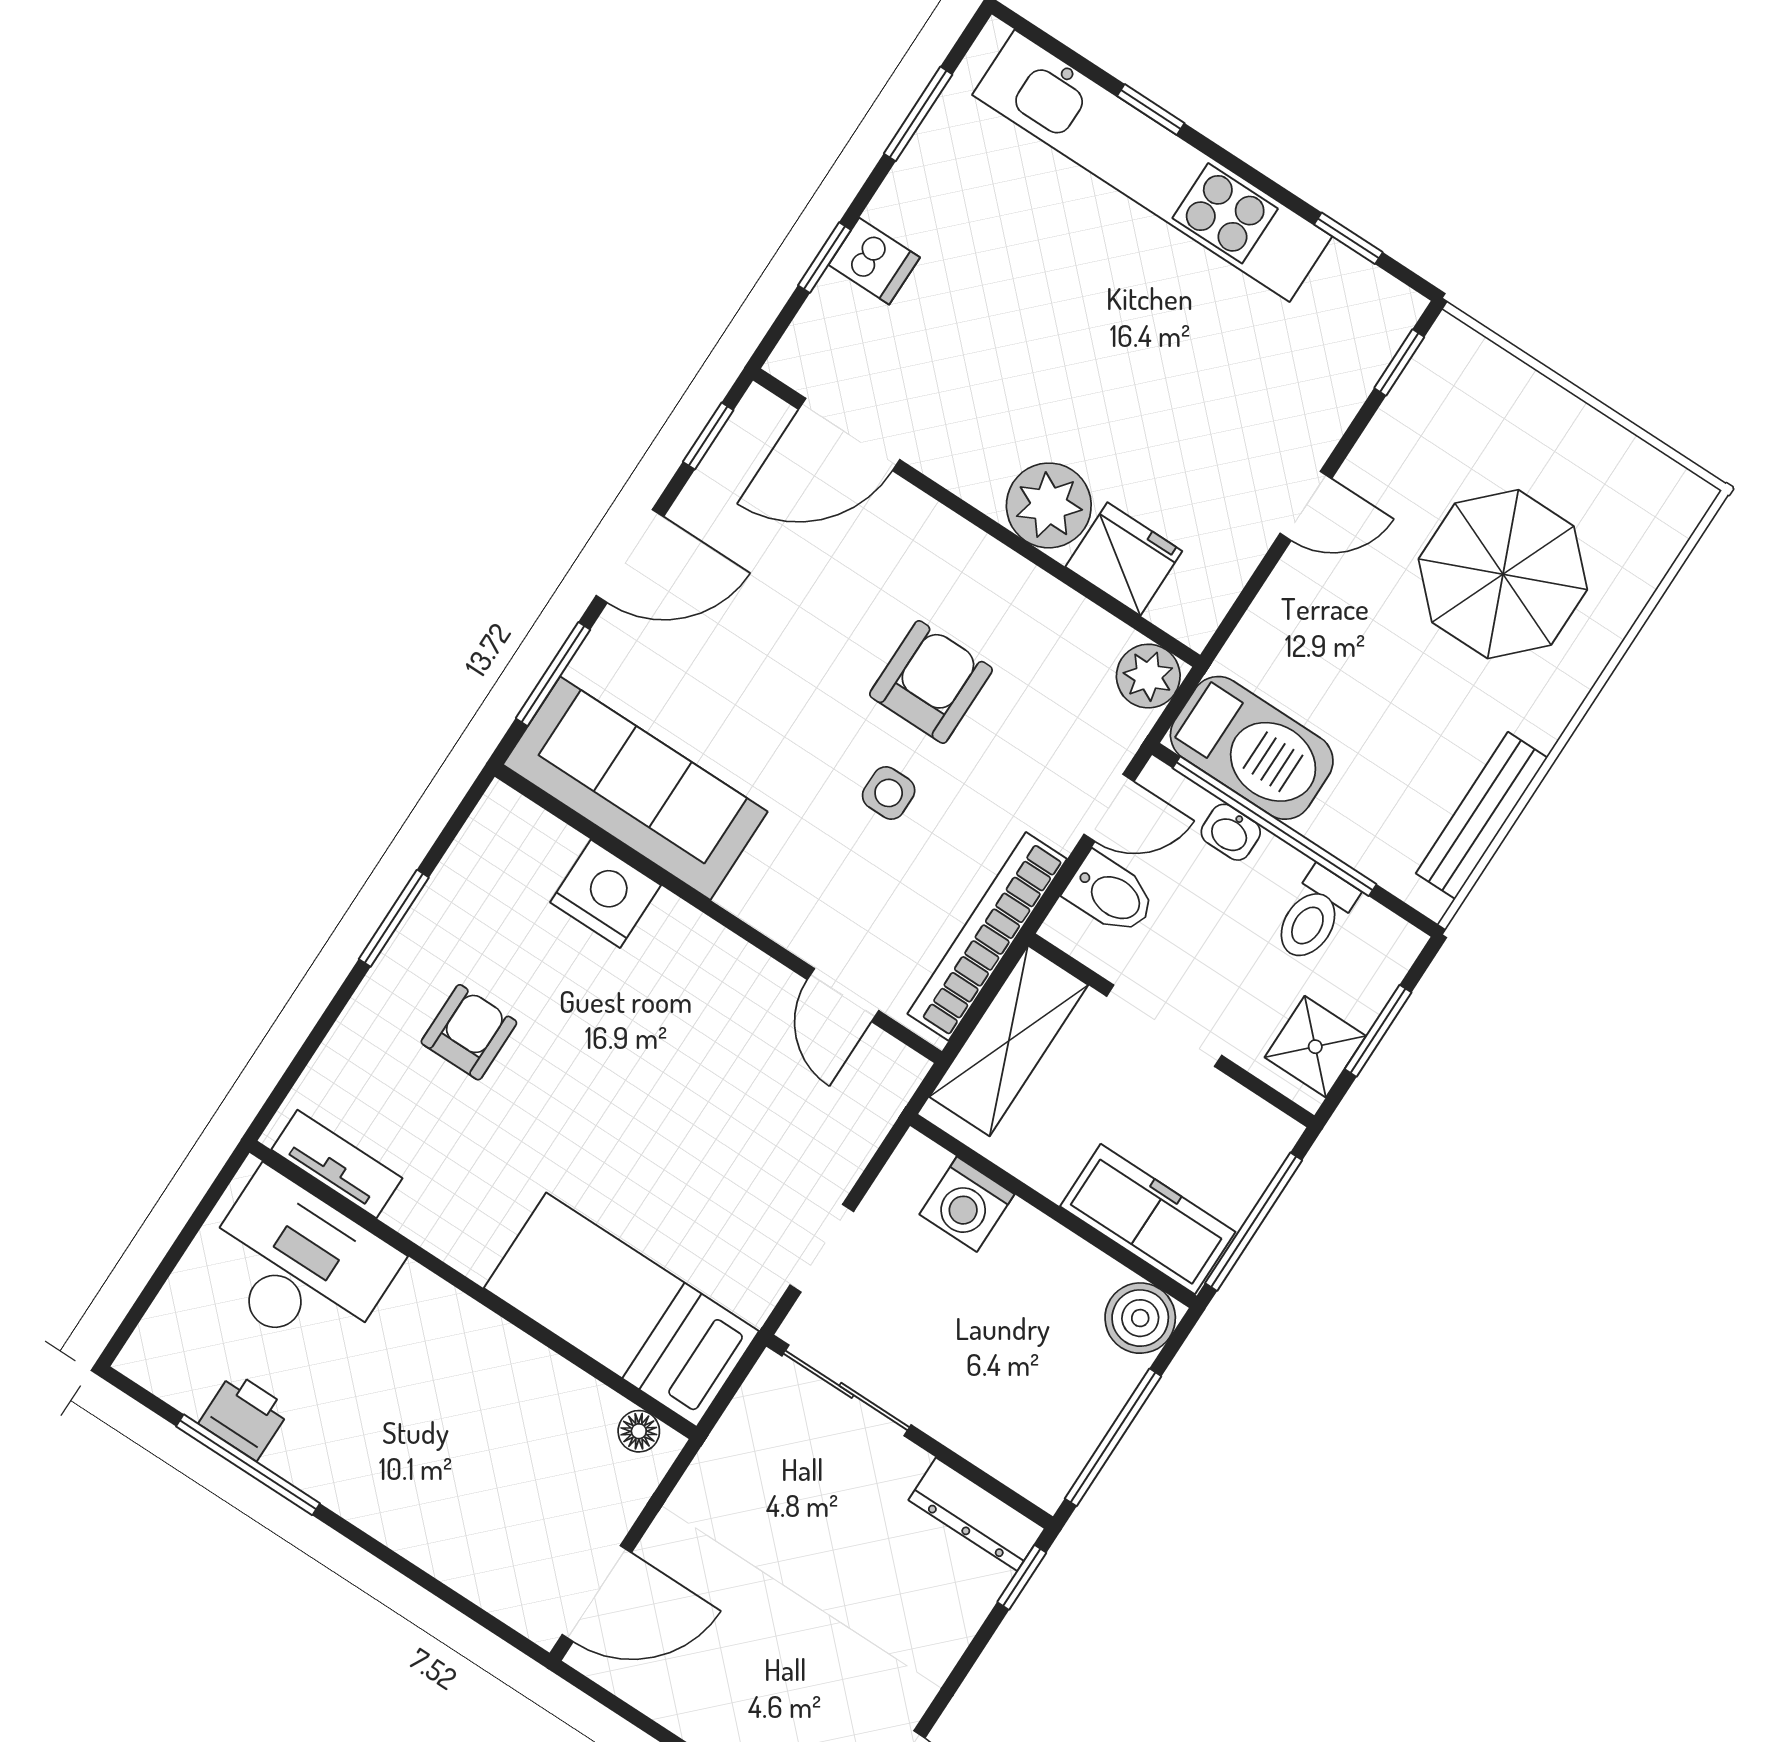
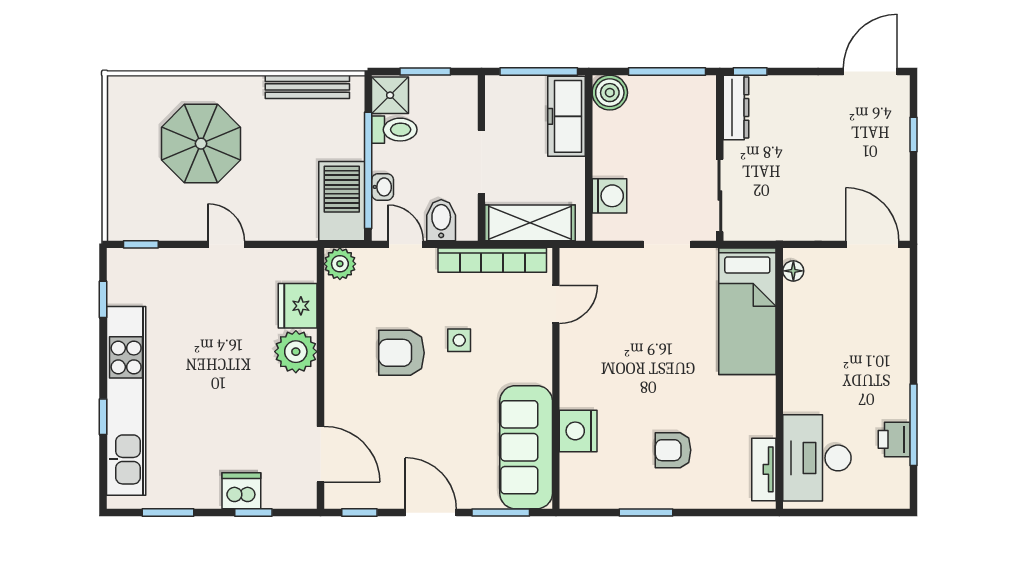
dishwasher: (874, 261) -> (241, 491), width x1.38
shower: (1315, 1047) -> (390, 95), moved

